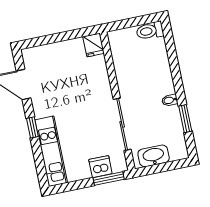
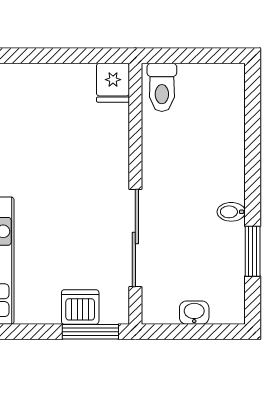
toilet: (150, 31) -> (162, 87), moved, turned -90
washbasin: (154, 156) -> (194, 313), width x0.52, depth x0.69

